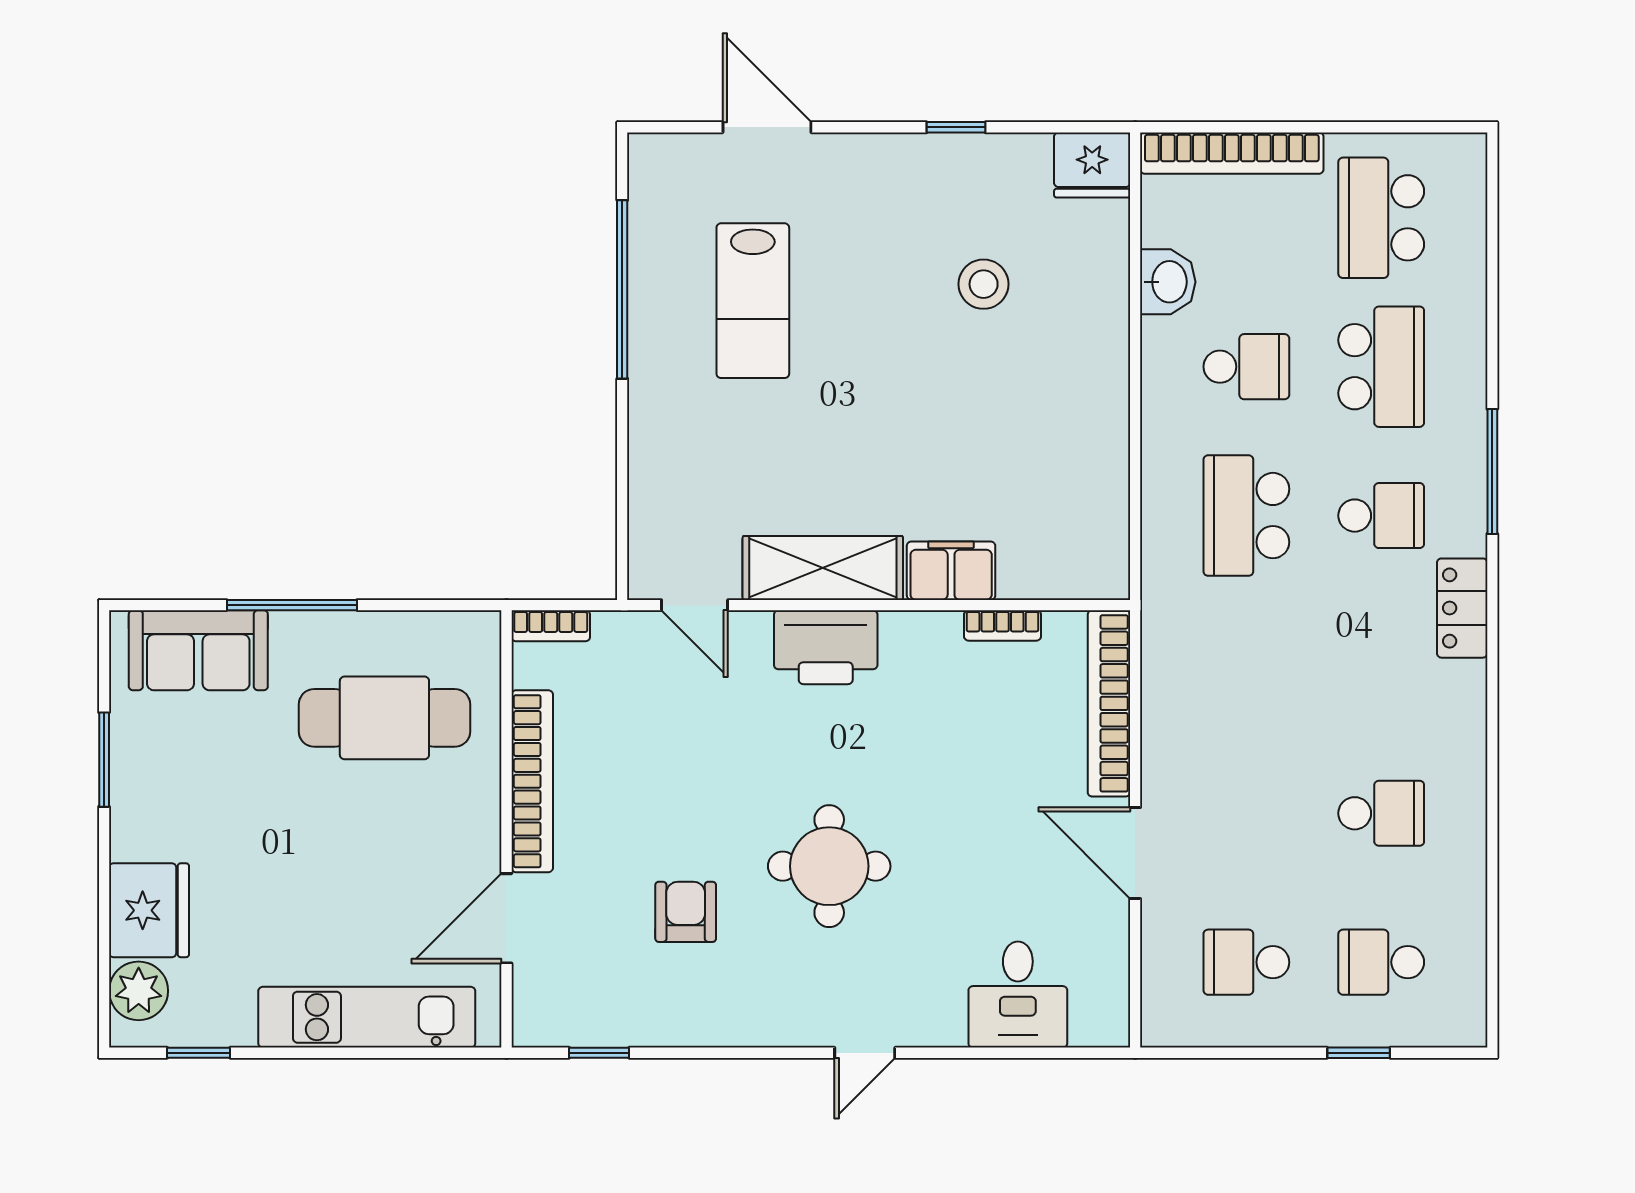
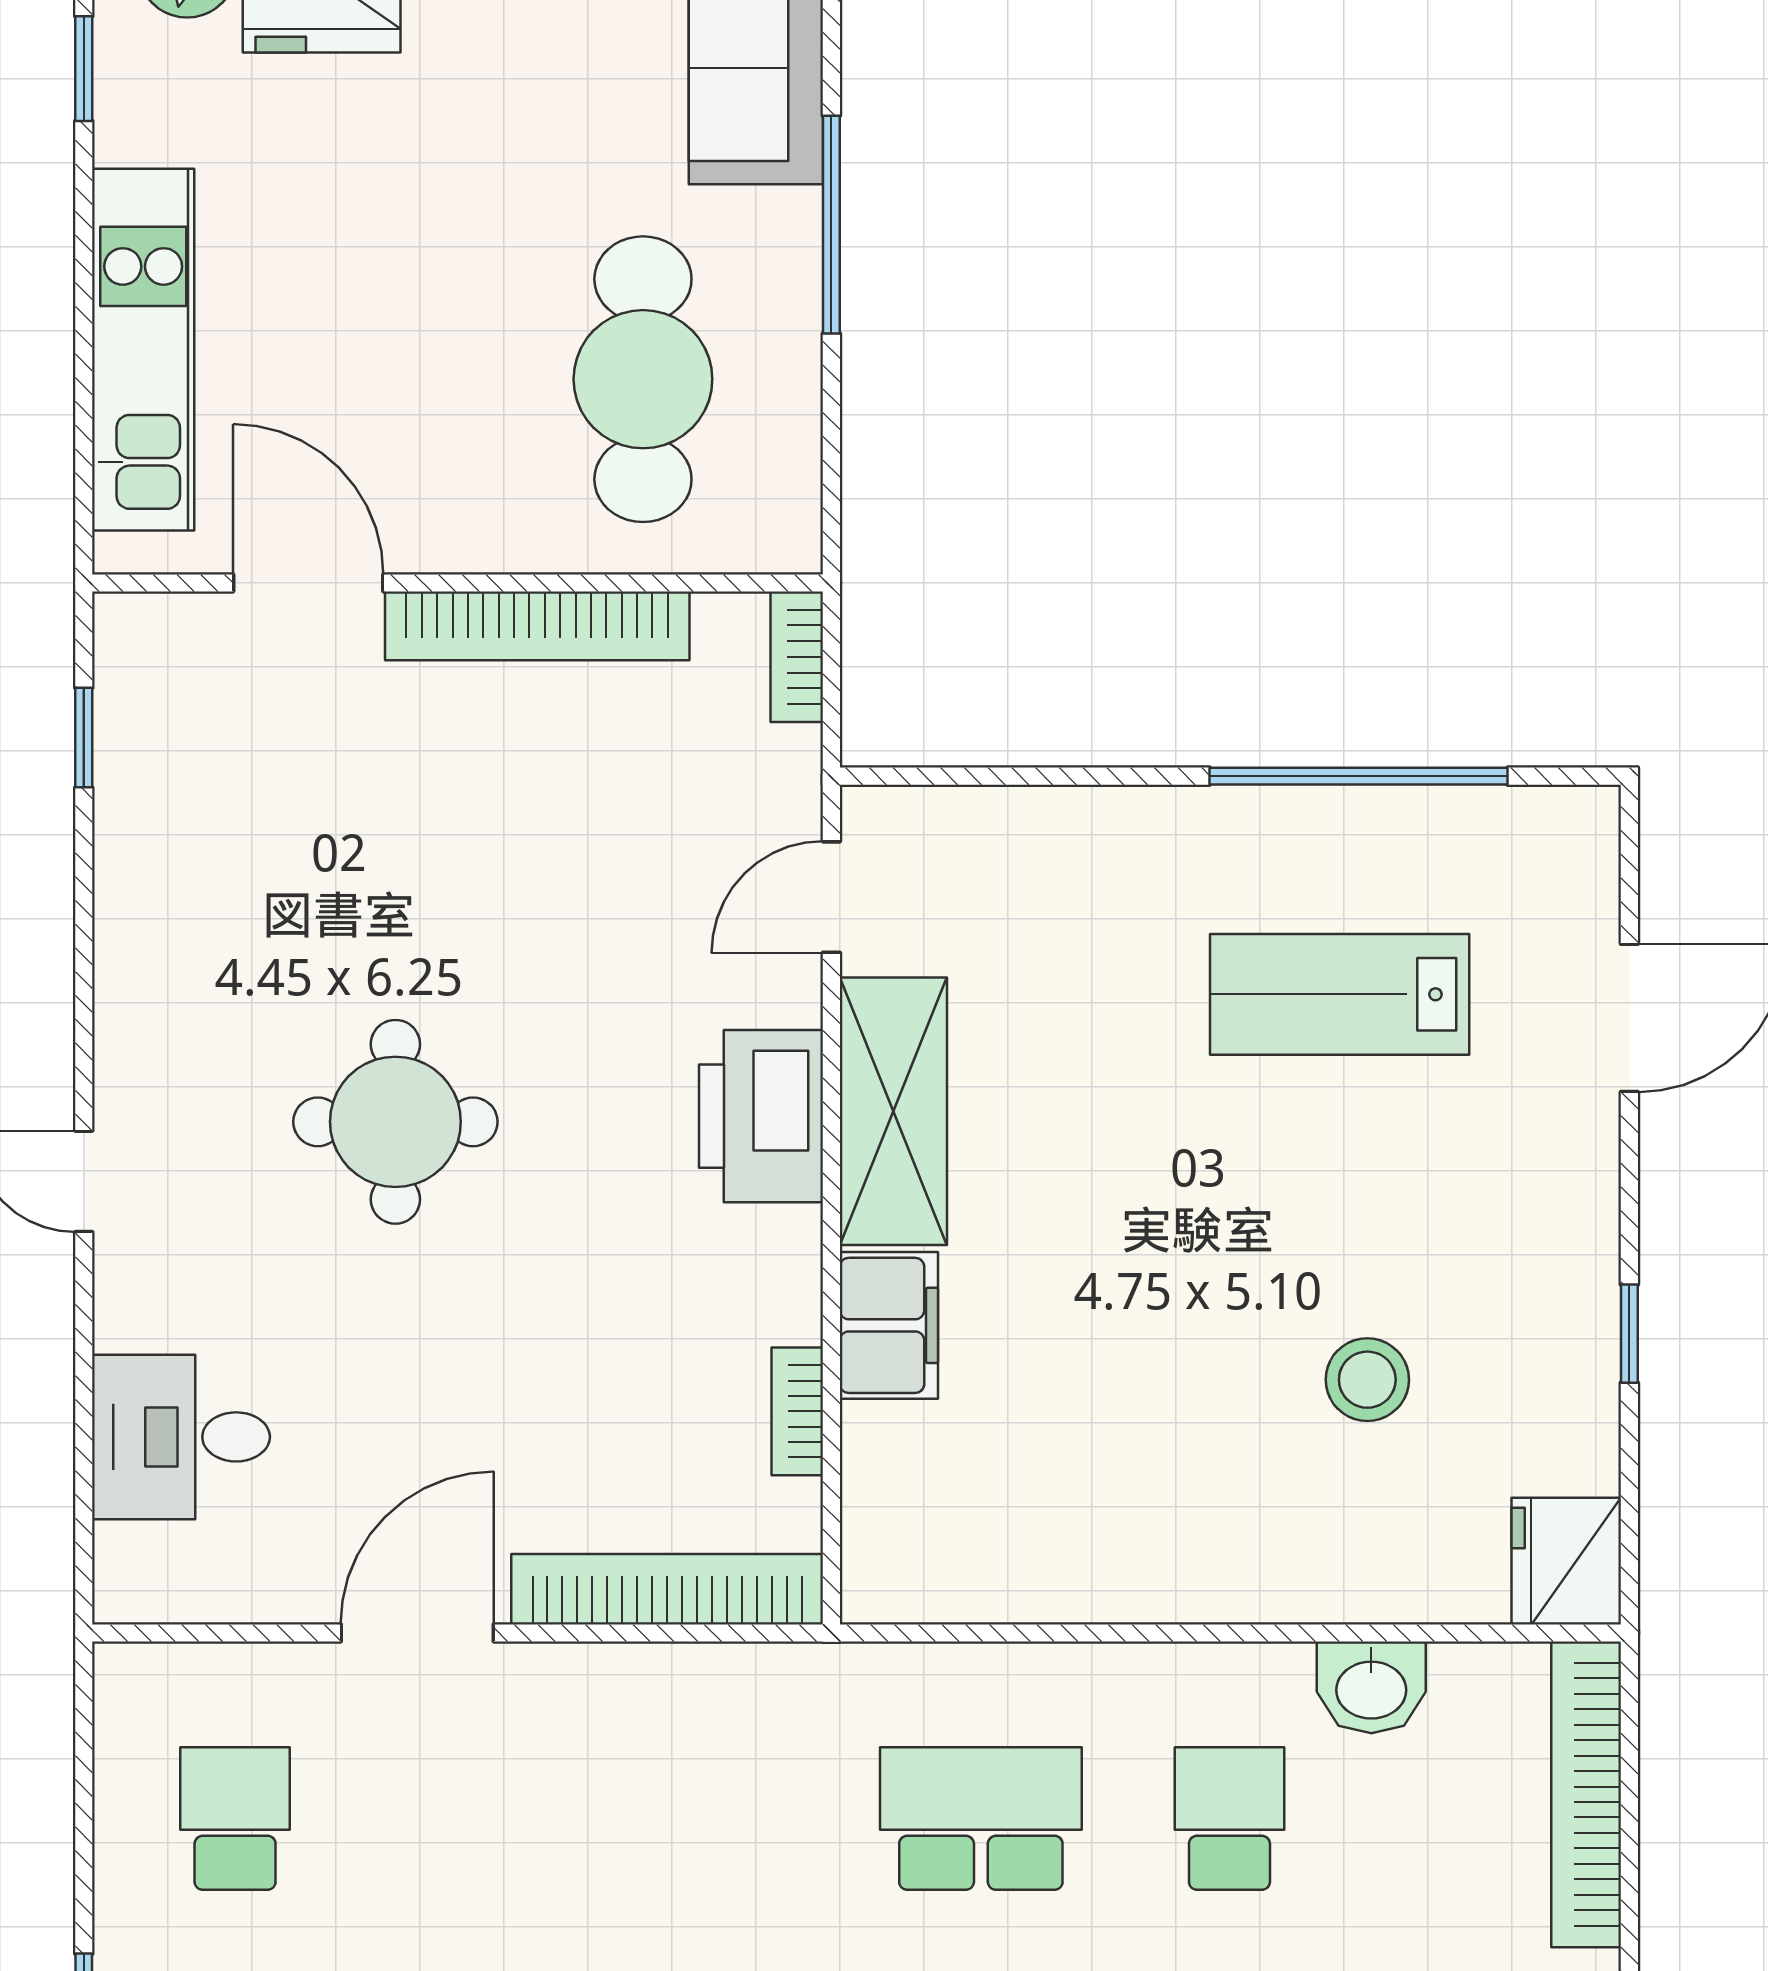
school desk: (1246, 367) -> (1229, 1818), turned 180
armchair: (686, 912) -> (319, 882), removed

